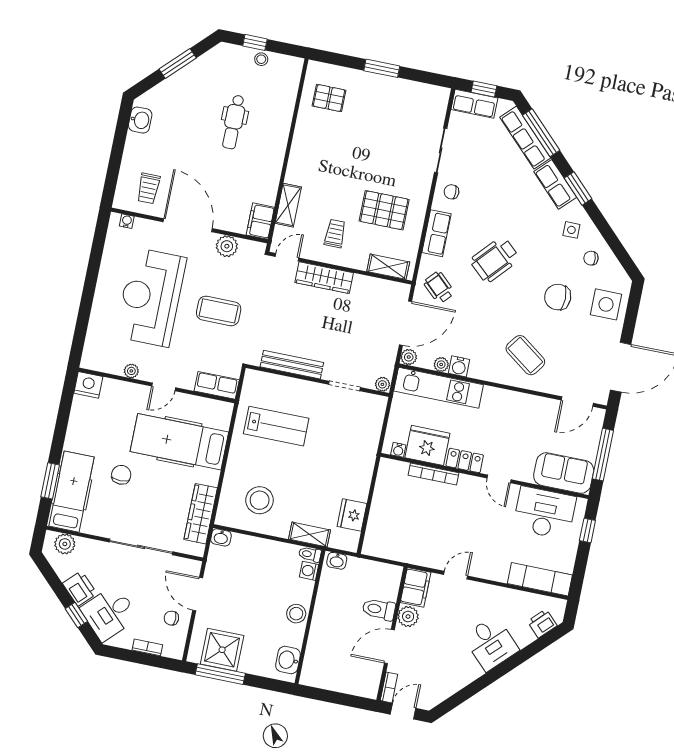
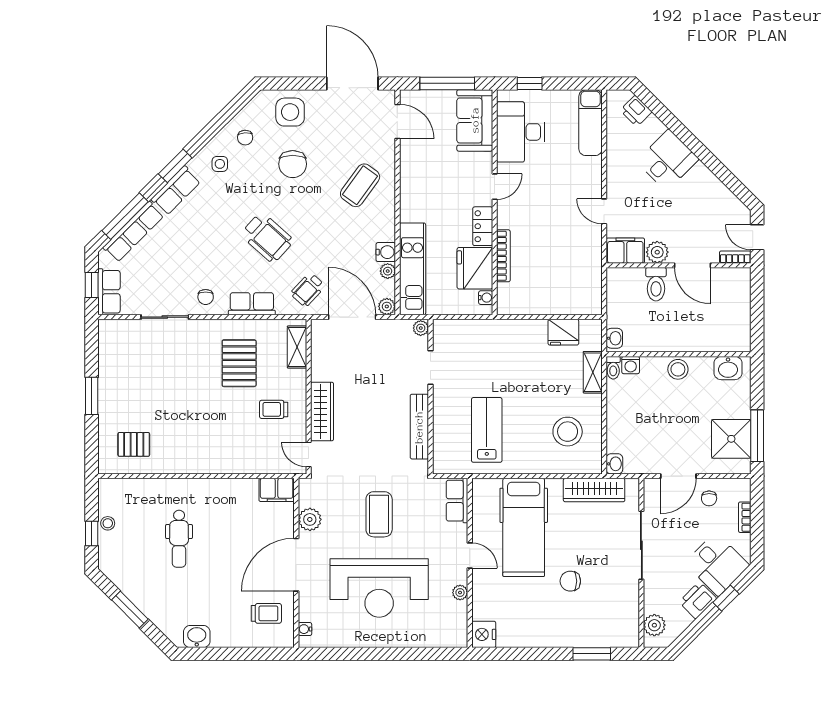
pallet: (329, 98) -> (134, 444), turned 90
dental chair: (234, 122) -> (179, 539), turned 90
shelving: (288, 205) -> (254, 464), removed
hospital bed: (72, 492) -> (598, 629), removed

